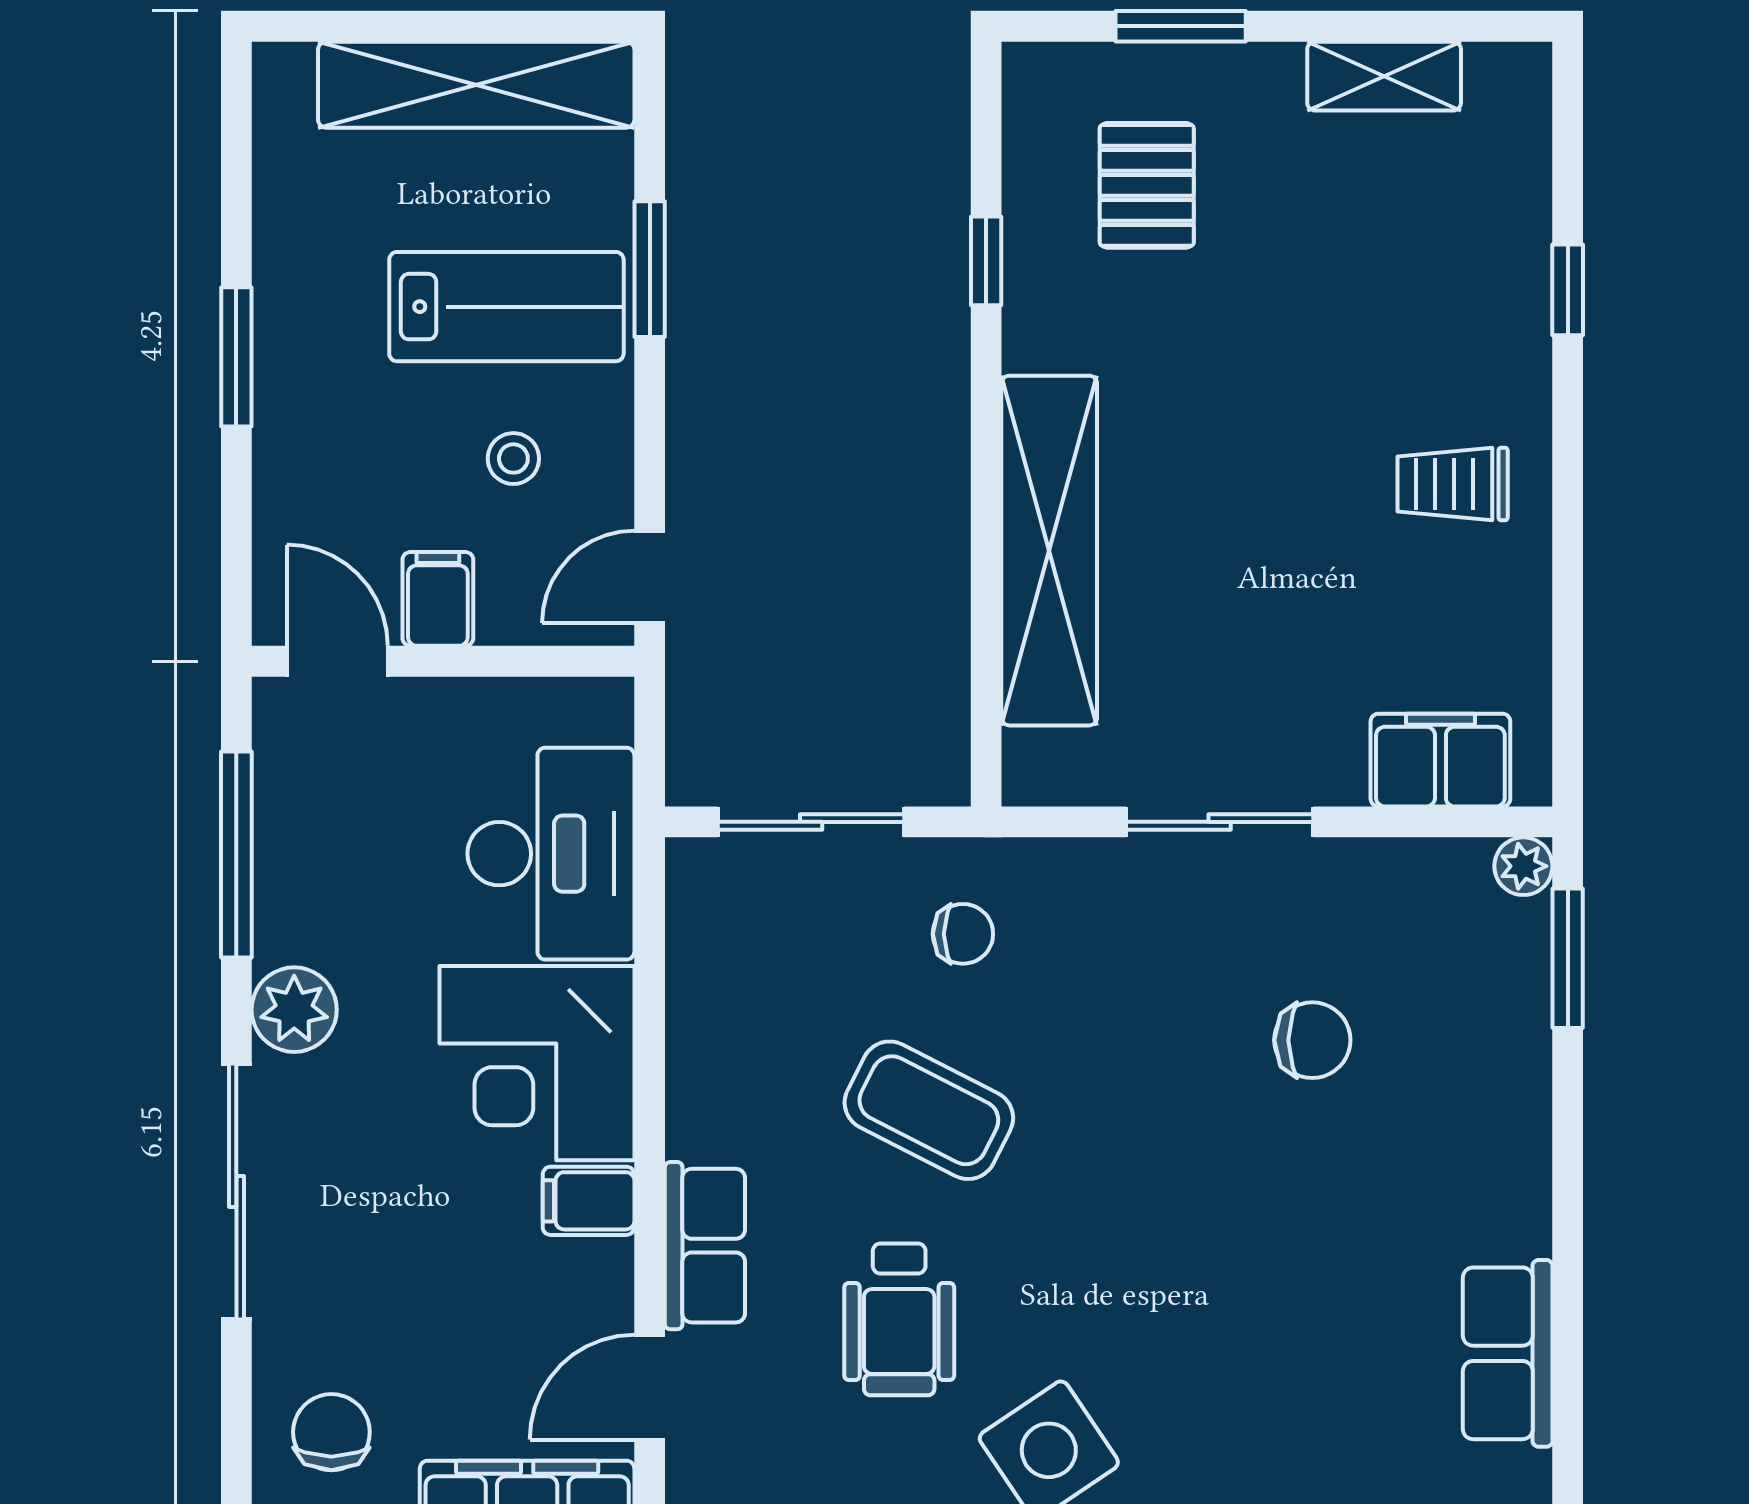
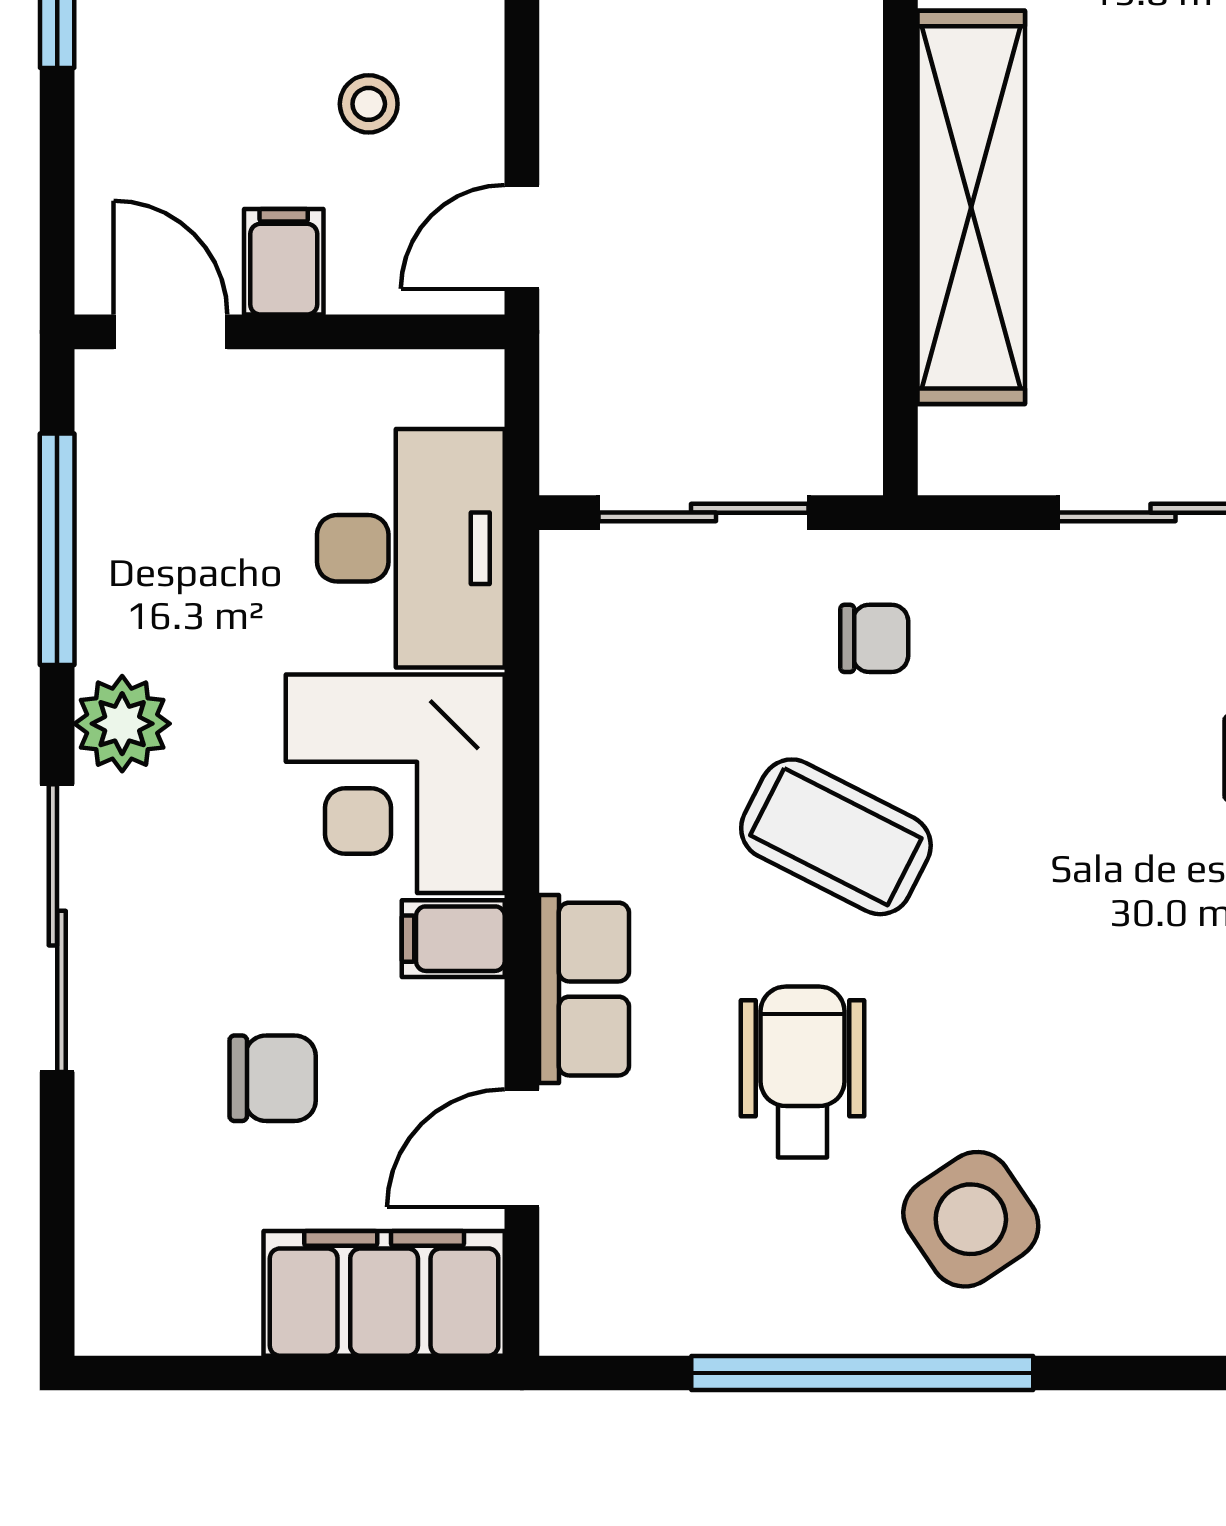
wheelchair: (899, 1319) -> (803, 1072), turned 180
chair: (331, 1432) -> (273, 1078), moved, turned 90

